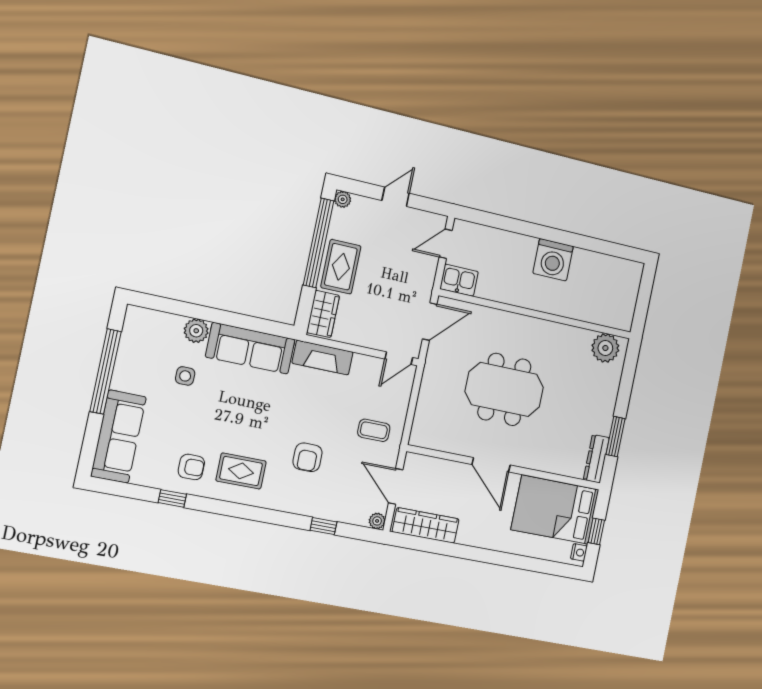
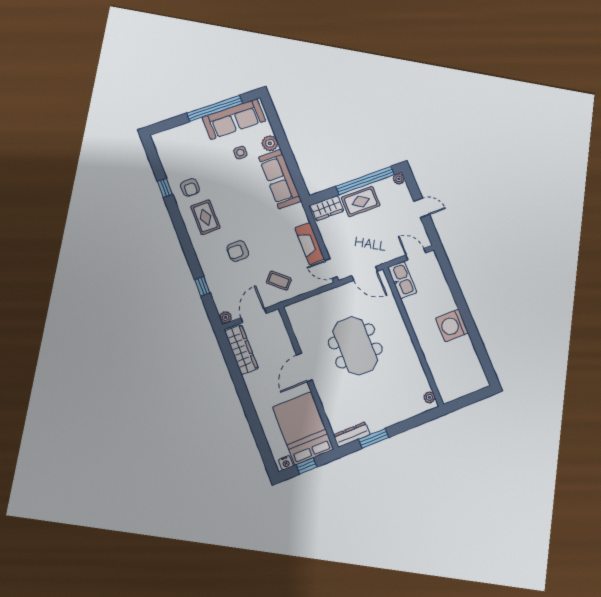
kitchen sink: (459, 280) -> (402, 280), width x1.38
plant: (605, 348) -> (429, 397), width x0.53, depth x0.53
fireplace: (323, 358) -> (310, 243), moved
coffee table: (374, 430) -> (279, 281), turned -48
sofa: (118, 437) -> (234, 119), moved

